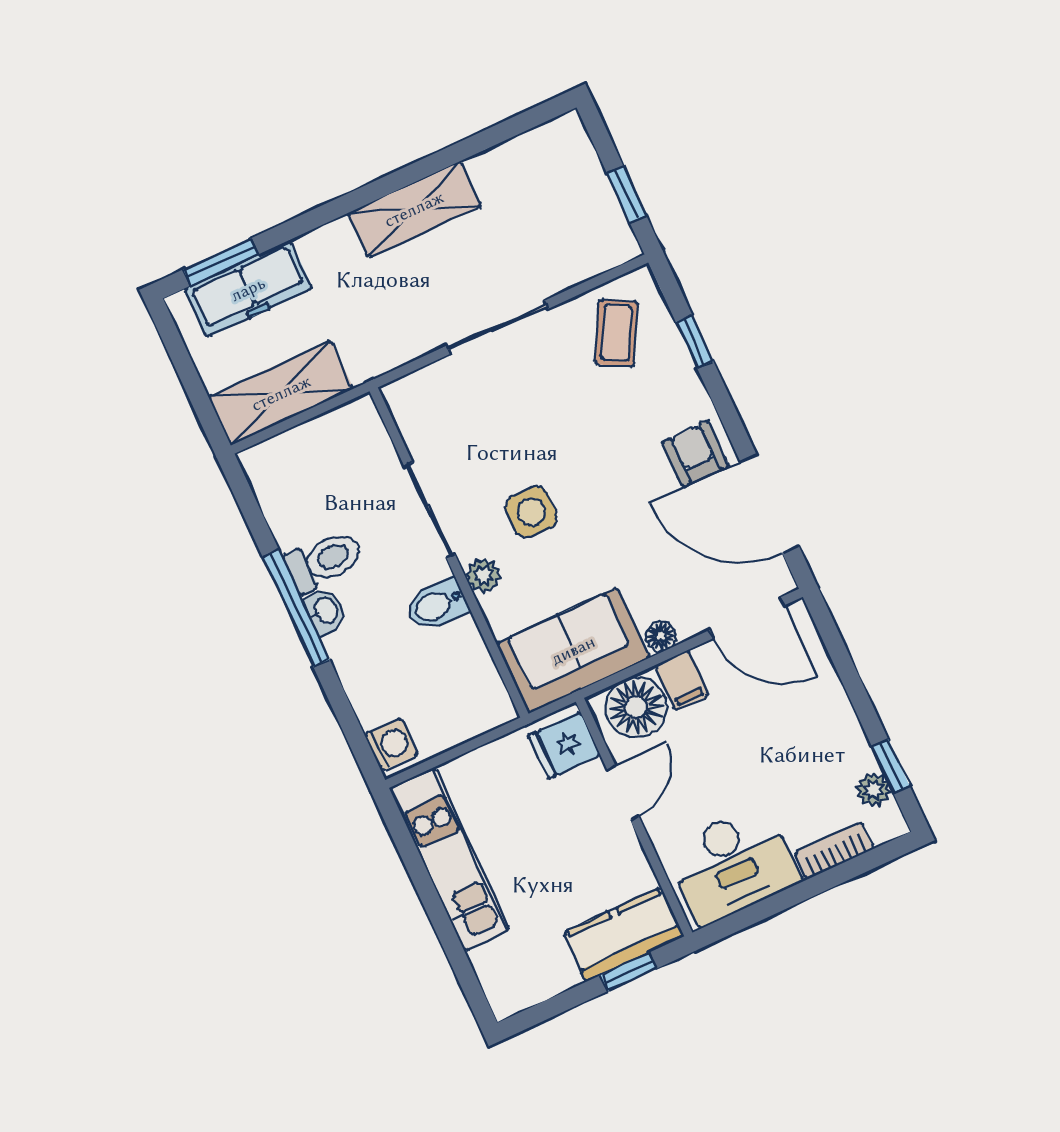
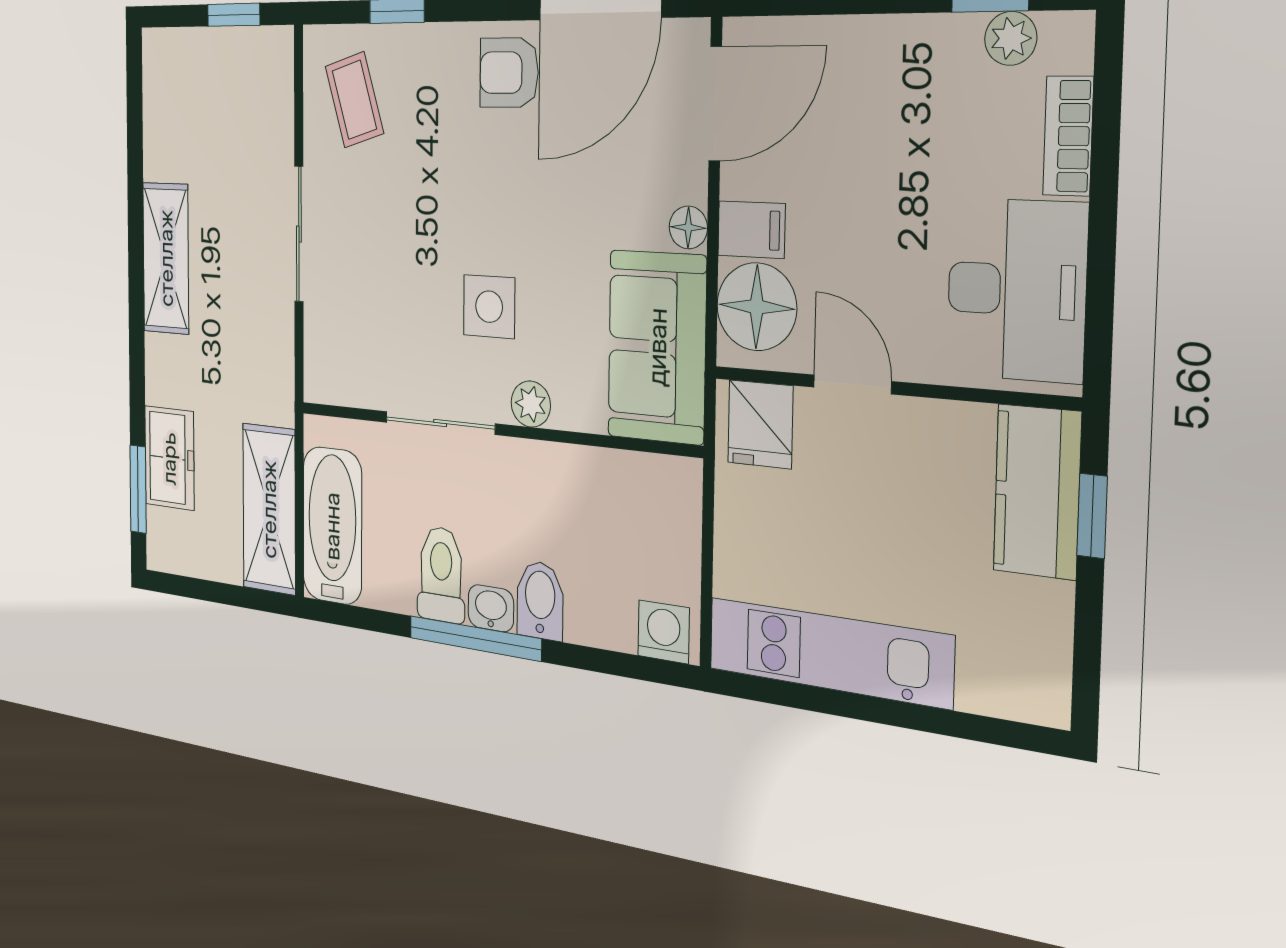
freezer: (248, 289) -> (169, 458), width x0.71
coffee table: (617, 333) -> (354, 100), turned 44
bathtub: (303, 454) -> (332, 526), added
bidet: (437, 605) -> (540, 600), moved, turned 180

